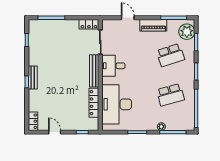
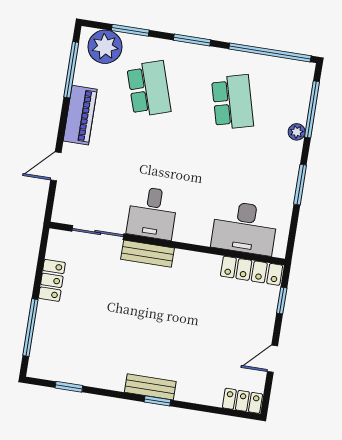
locker: (89, 24) -> (52, 280), moved
bench: (94, 71) -> (147, 254), width x0.73
locker: (94, 103) -> (252, 271), moved
desk: (117, 104) -> (245, 228), width x0.73, depth x0.77

